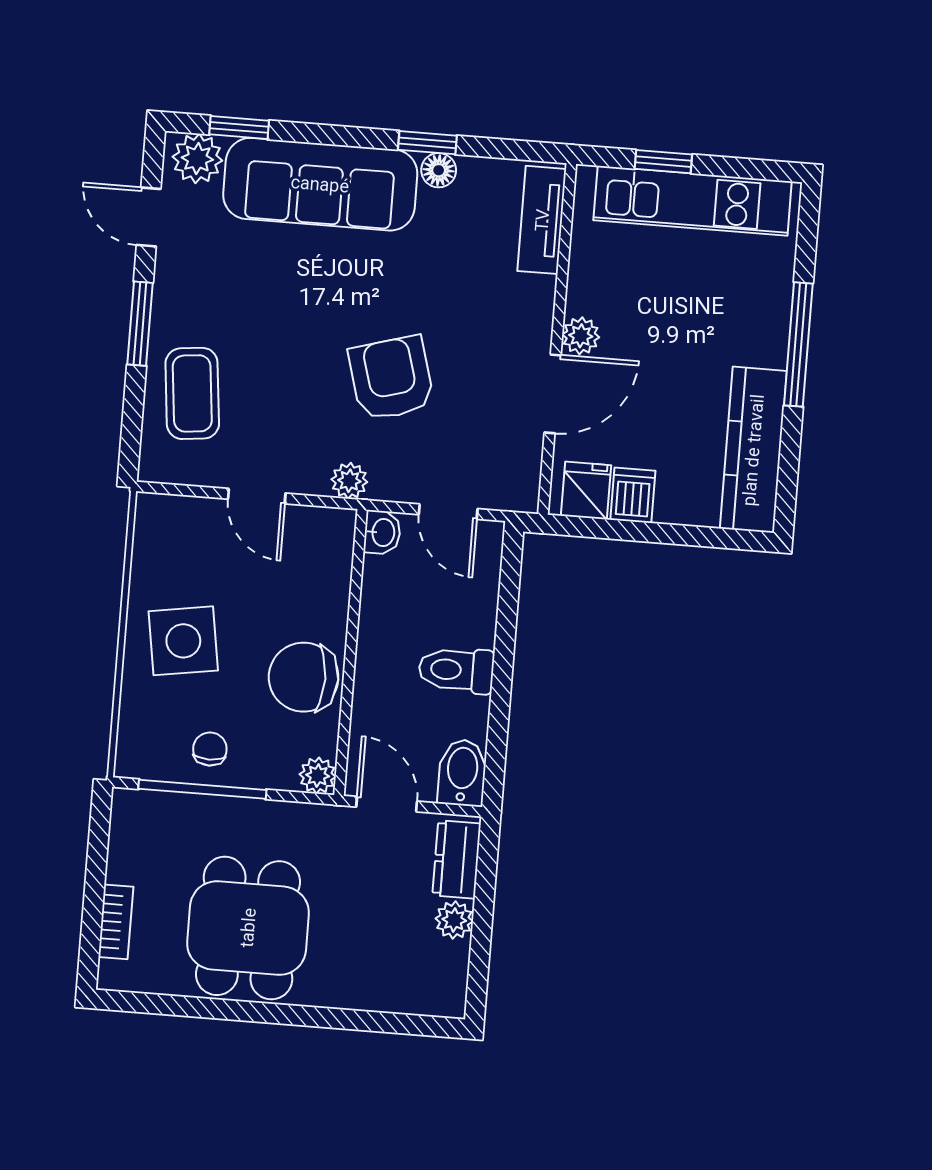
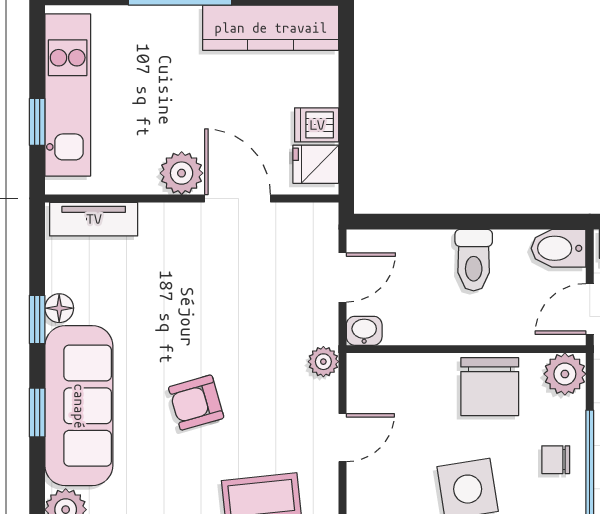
window: (239, 128) -> (37, 412), moved
plant: (581, 336) -> (182, 173), width x1.38, depth x1.38
armchair: (391, 378) -> (196, 403), moved, width x0.72, depth x0.72
plant: (318, 776) -> (565, 374), width x1.38, depth x1.38

